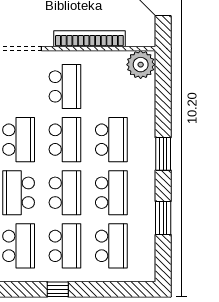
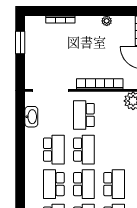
school desk: (65, 86) -> (84, 115), turned 180
school desk: (111, 140) -> (114, 150), removed

